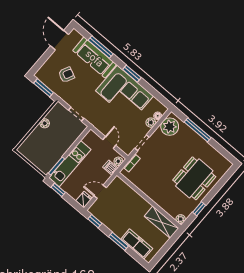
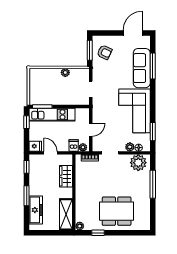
window: (132, 74) -> (153, 132), moved
armchair: (66, 75) -> (104, 52), moved
wardrobe: (130, 195) -> (66, 176), added

